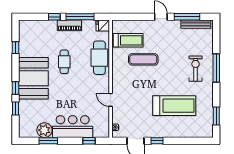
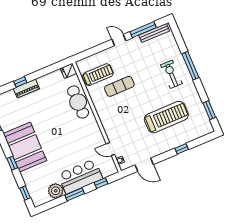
window: (80, 17) -> (44, 72), removed
piano: (69, 25) -> (26, 89), moved
cafe table: (64, 62) -> (47, 120), removed
door: (111, 100) -> (110, 149), moved
window: (16, 108) -> (25, 193), moved
window: (48, 141) -> (75, 194), moved
window: (157, 141) -> (182, 149), moved

